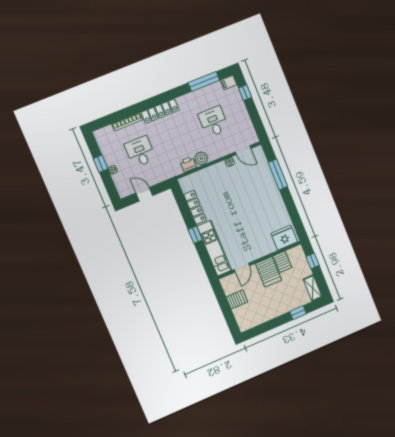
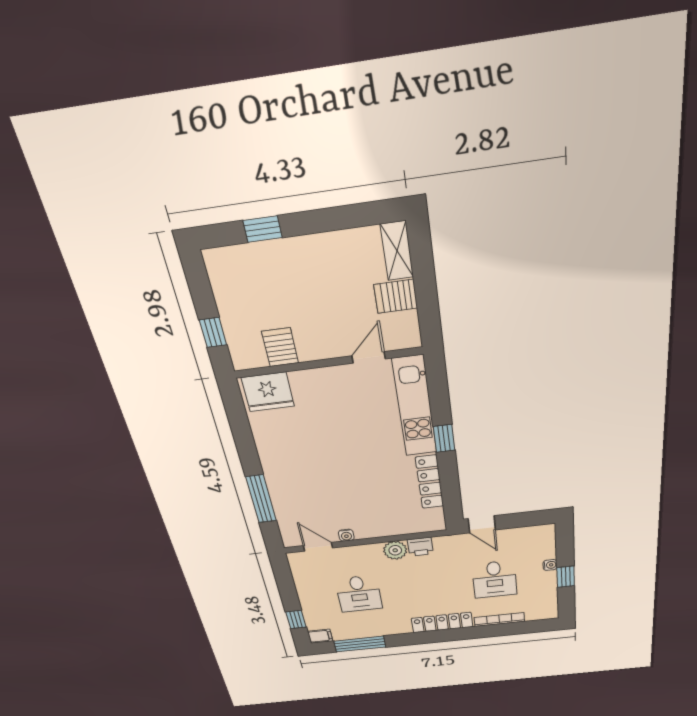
door: (144, 194) -> (482, 524), moved
server rack: (268, 272) -> (314, 335), removed
shelving: (313, 288) -> (397, 251), moved

